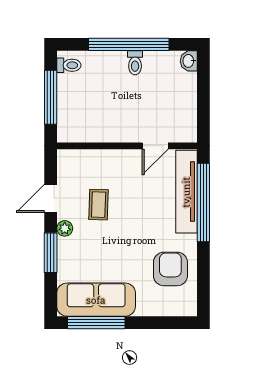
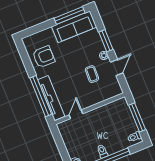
armchair: (170, 269) -> (44, 57), turned -90

